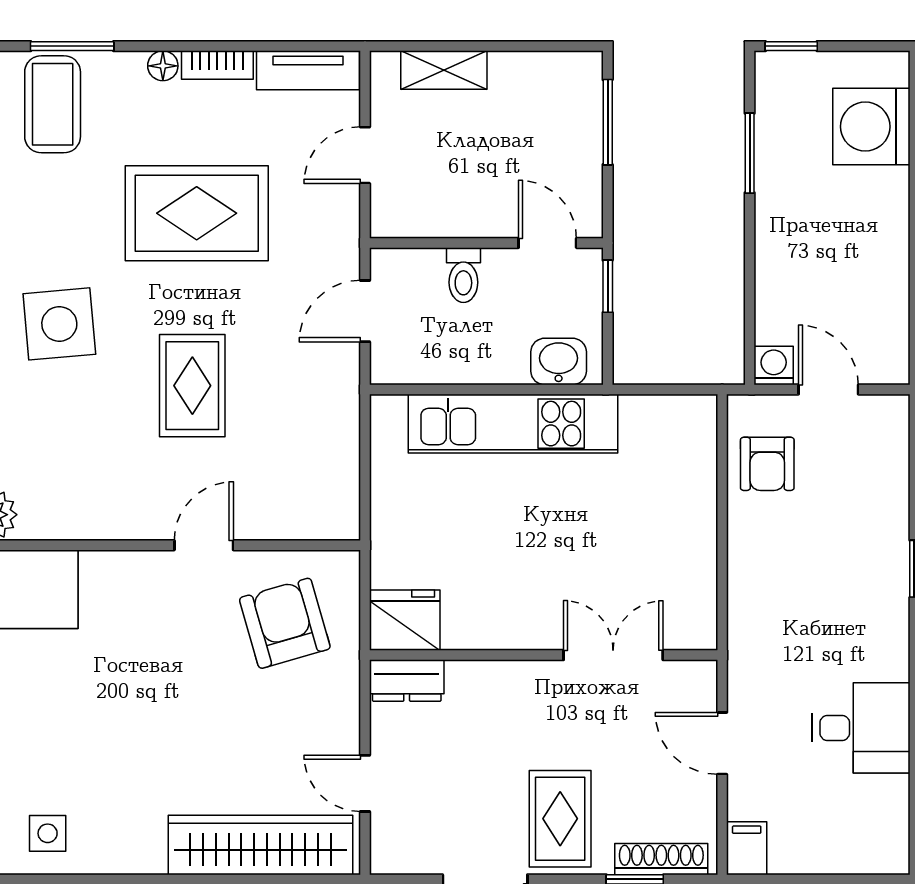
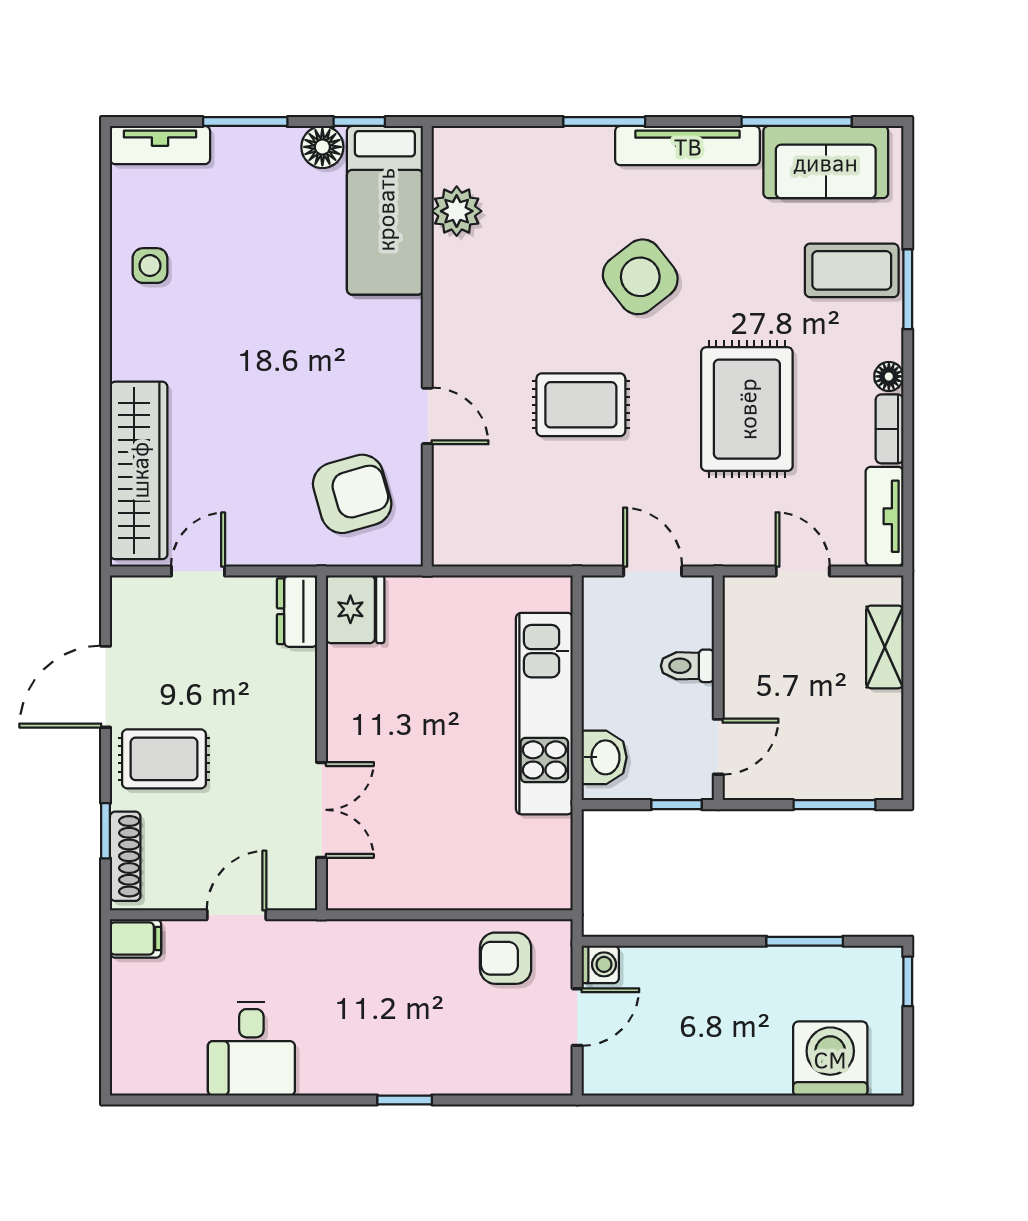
side table: (59, 324) -> (640, 277), turned -33

